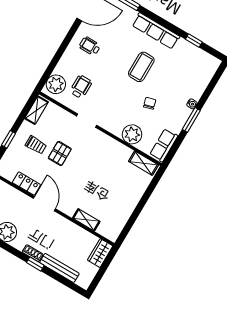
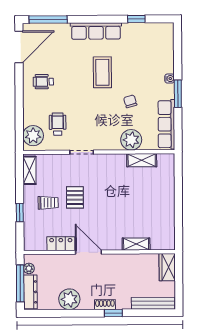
row of seats: (164, 145) -> (166, 124), width x1.48
shelving: (143, 163) -> (142, 160), moved
bench: (59, 268) -> (153, 303), moved

